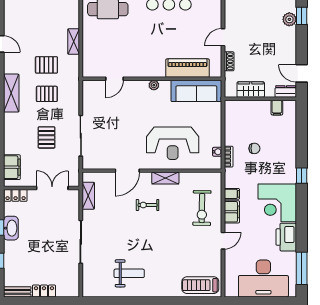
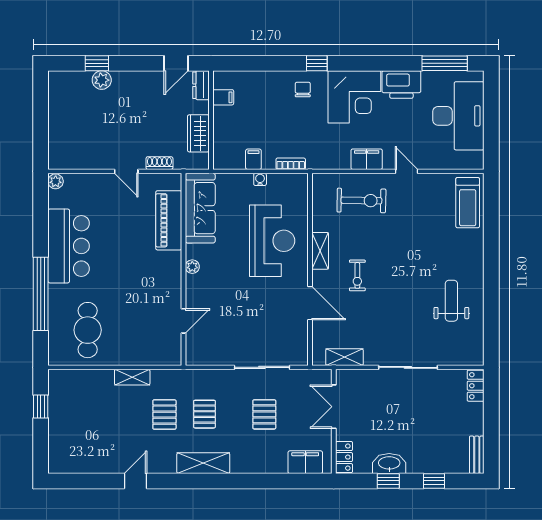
door: (114, 79) -> (184, 321), hinge flipped
pallet: (47, 137) -> (264, 414), turned 90
chair: (254, 148) -> (303, 89), moved
water cooler: (217, 152) -> (260, 179), moved
filing cabinet: (232, 194) -> (253, 159), moved
locker: (44, 291) -> (476, 386), moved

